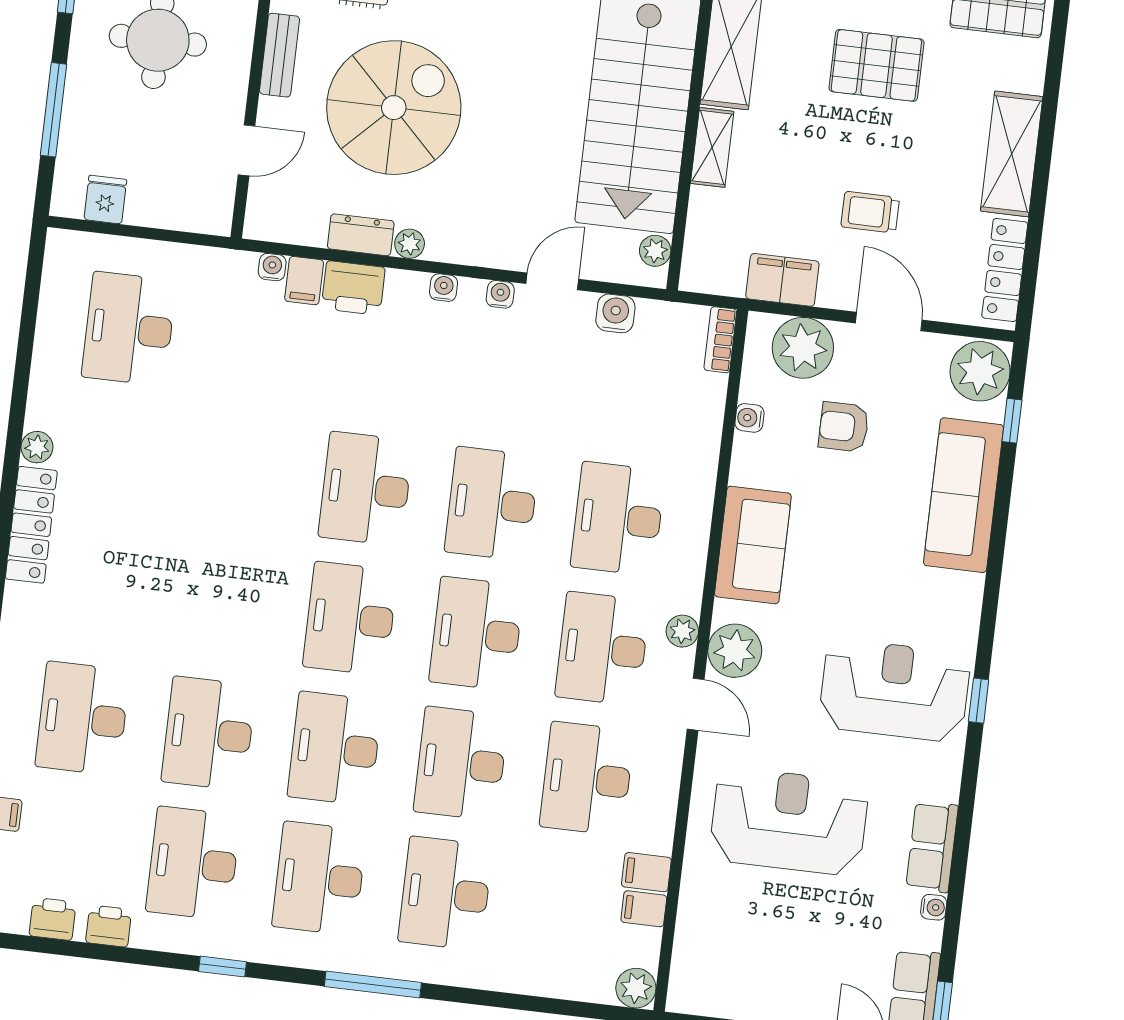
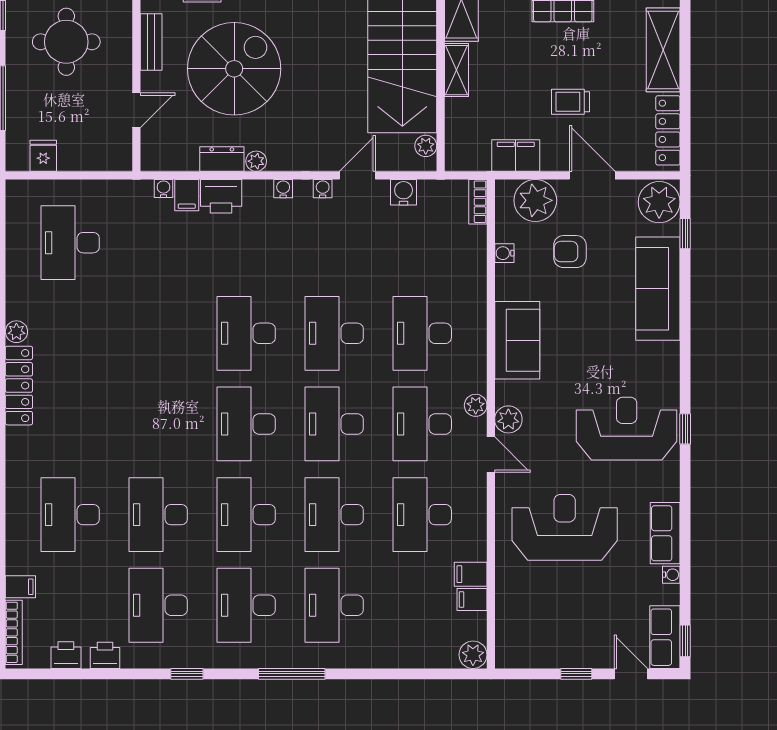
plant: (735, 651) -> (508, 419), width x0.73, depth x0.73

